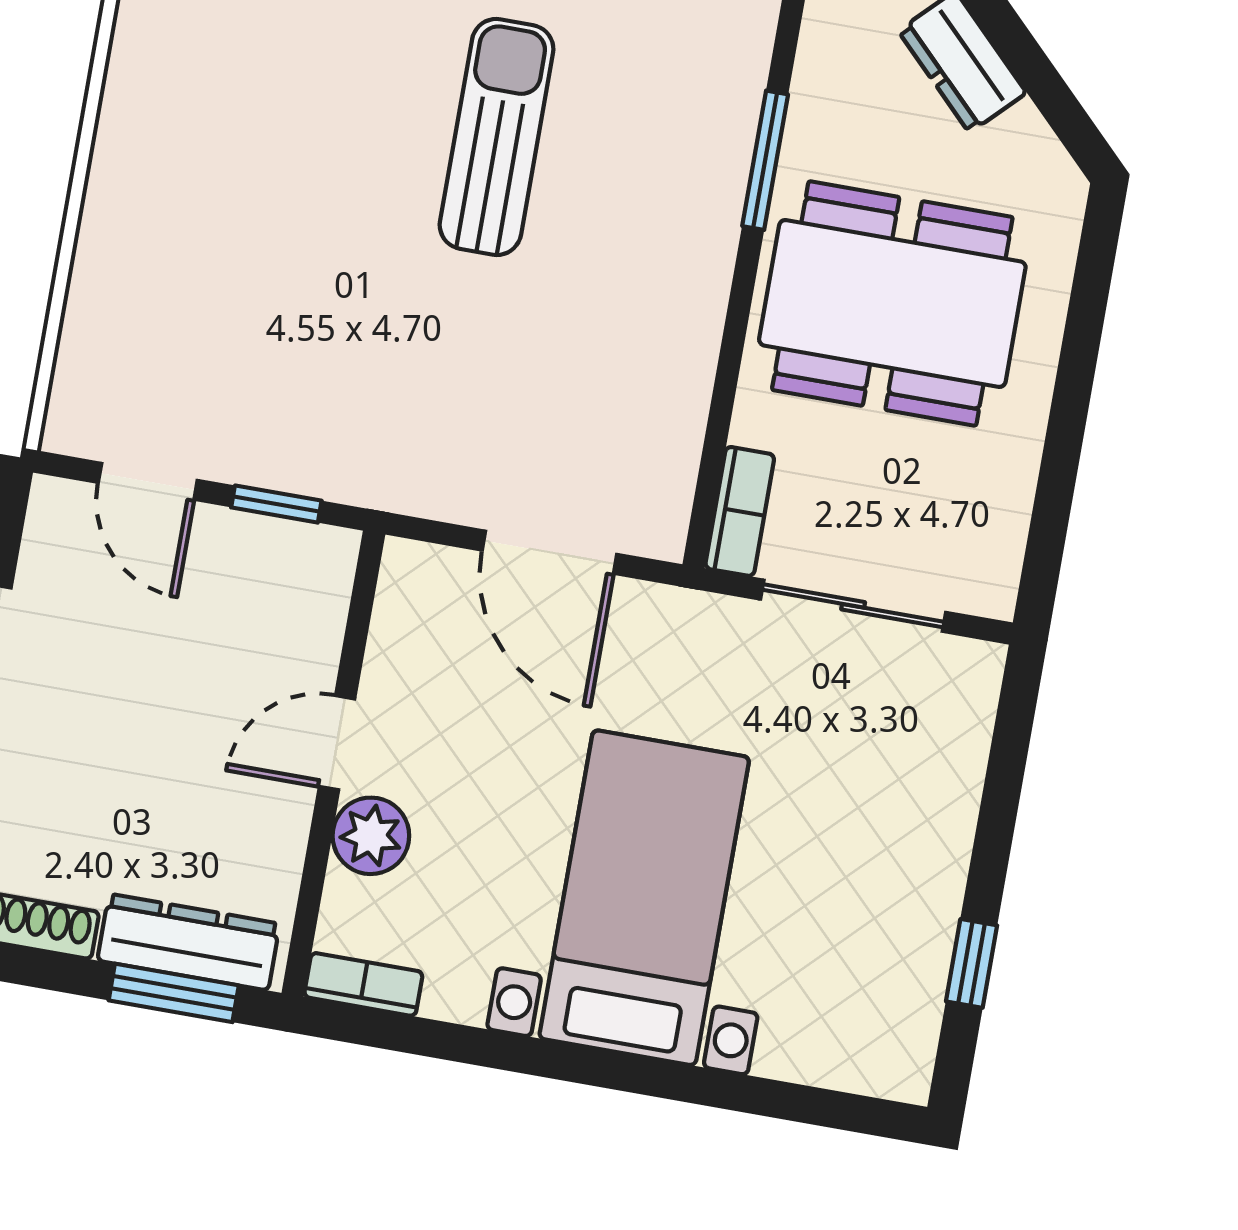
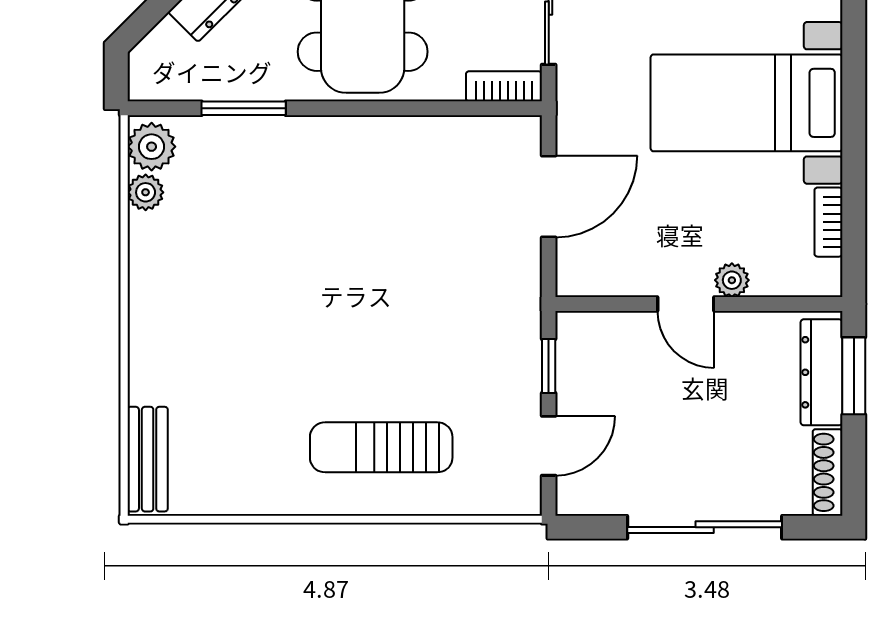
sun lounger: (497, 137) -> (381, 447), moved
window: (765, 160) -> (244, 108), moved
plant: (371, 836) -> (732, 280), width x0.73, depth x0.73
bookcase: (363, 984) -> (828, 222), moved

